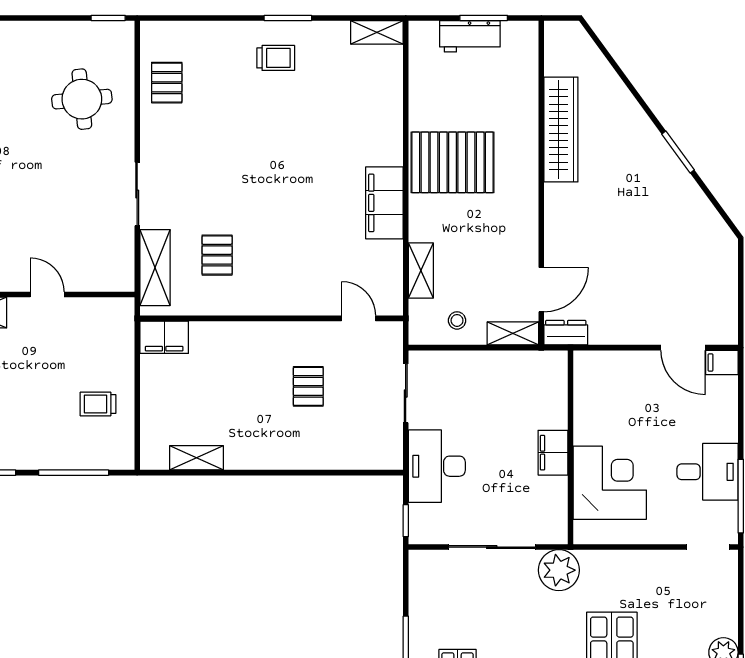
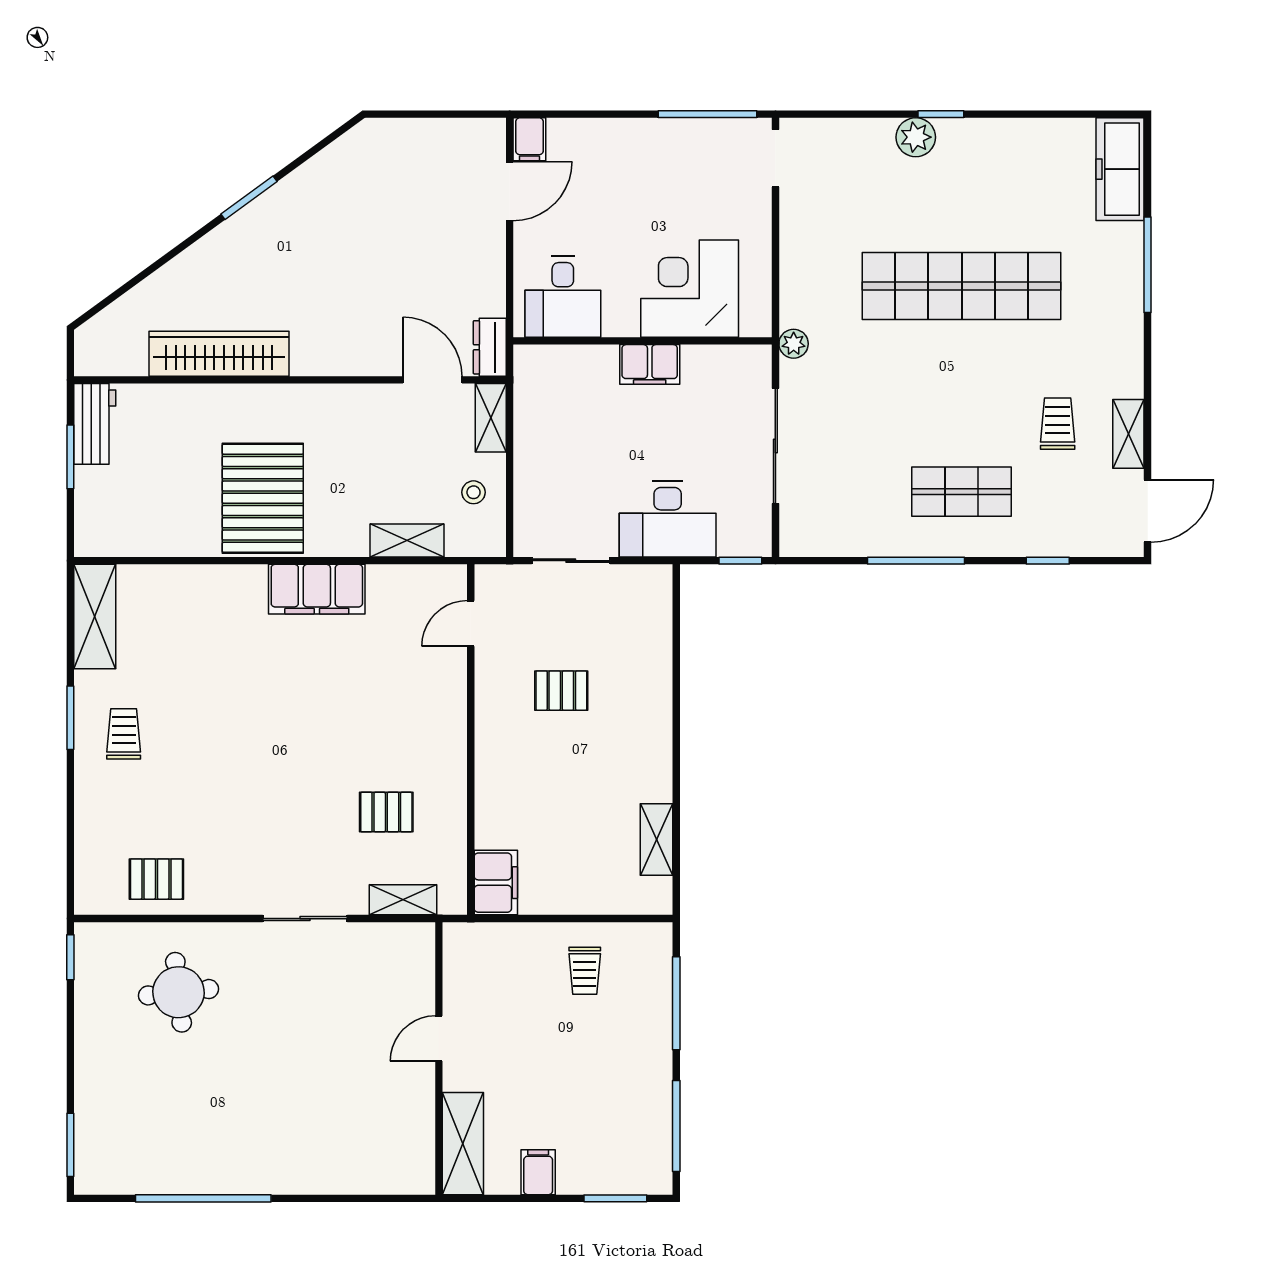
shelving: (377, 32) -> (95, 616), width x1.50, depth x1.33
workbench: (470, 36) -> (95, 424), moved
shelving: (155, 268) -> (403, 900), width x0.67, depth x0.75
desk: (708, 472) -> (563, 297), moved, turned 180
plant: (559, 570) -> (794, 344), width x0.53, depth x0.53

